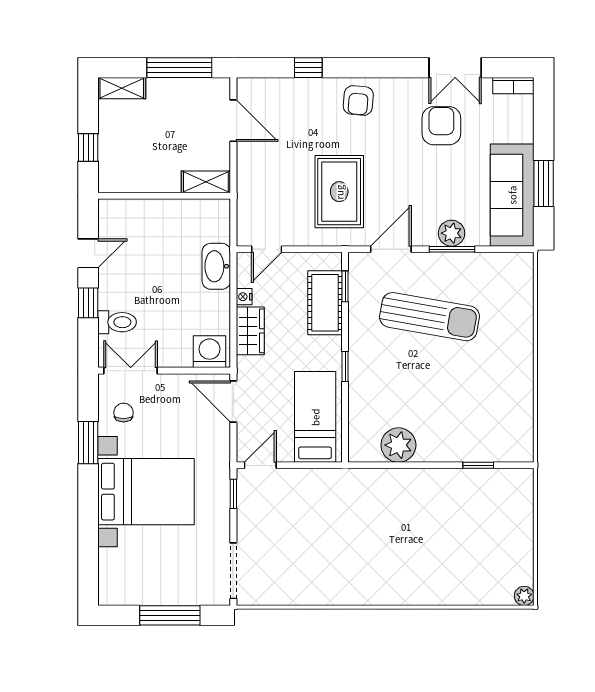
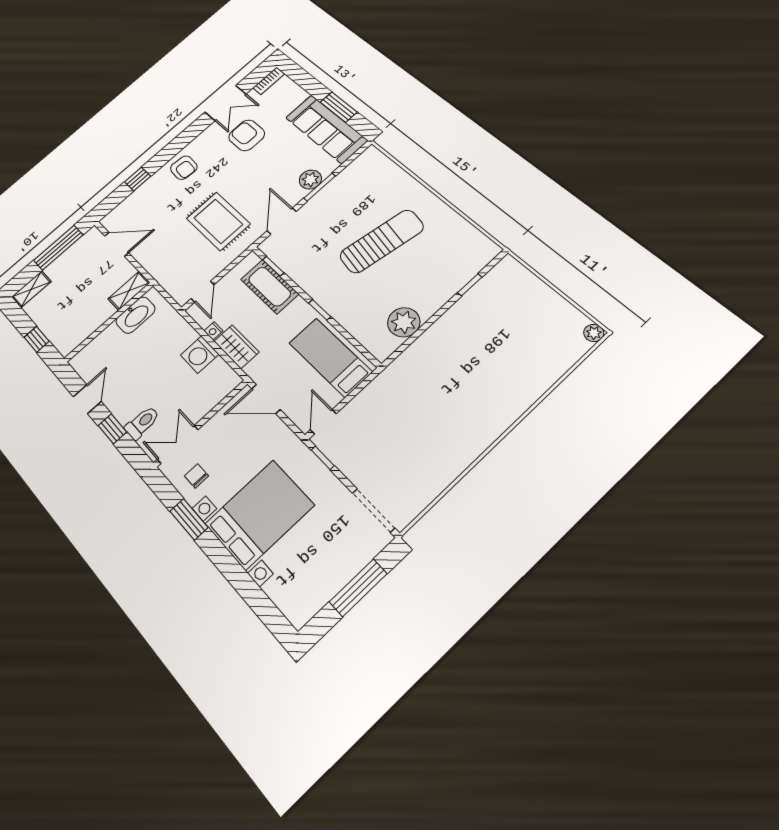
washbasin: (216, 266) -> (135, 315), moved, turned -90
sun lounger: (430, 317) -> (382, 241), moved
washing machine: (209, 352) -> (200, 355), moved, turned -90

